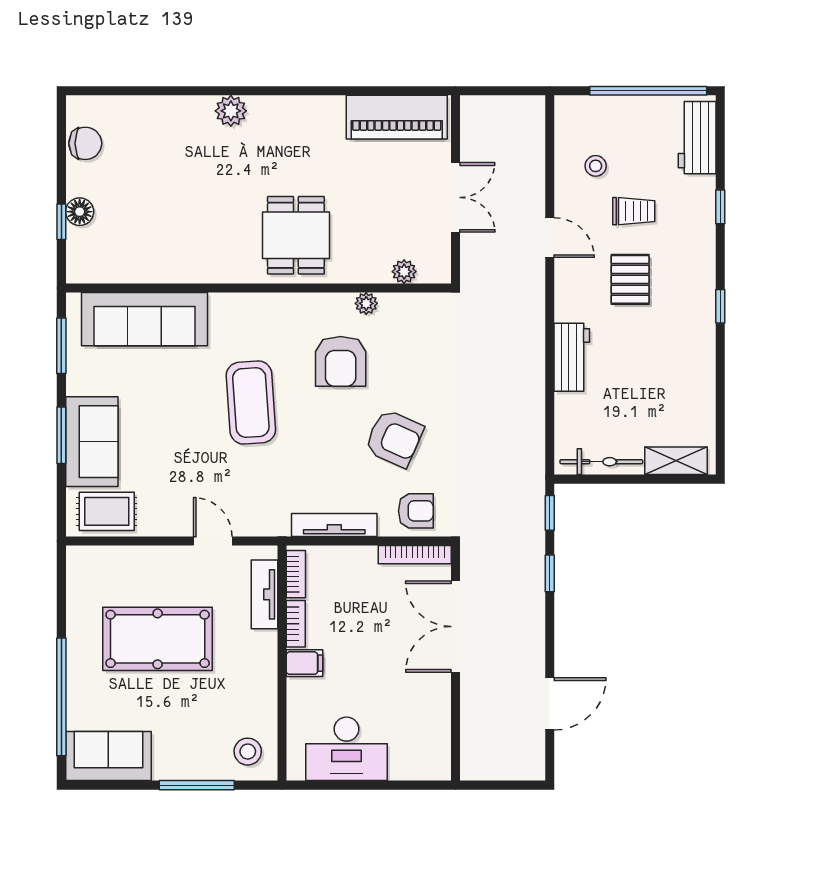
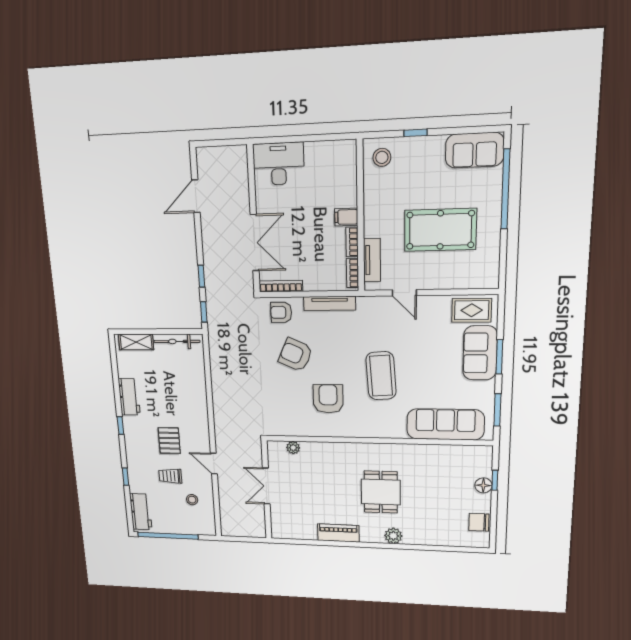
piano: (397, 117) -> (338, 533), moved, width x0.73, depth x0.75
dining table: (296, 235) -> (381, 492), moved
plant: (366, 303) -> (314, 431), removed
workbench: (572, 357) -> (129, 397), moved, turned 180
desk: (346, 749) -> (278, 164), moved
window: (197, 785) -> (415, 133), width x0.46

